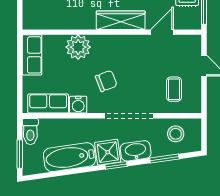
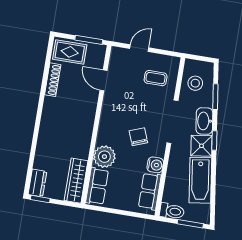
wardrobe: (121, 20) -> (76, 181), moved
row of seats: (32, 55) -> (97, 186), moved, turned 90

